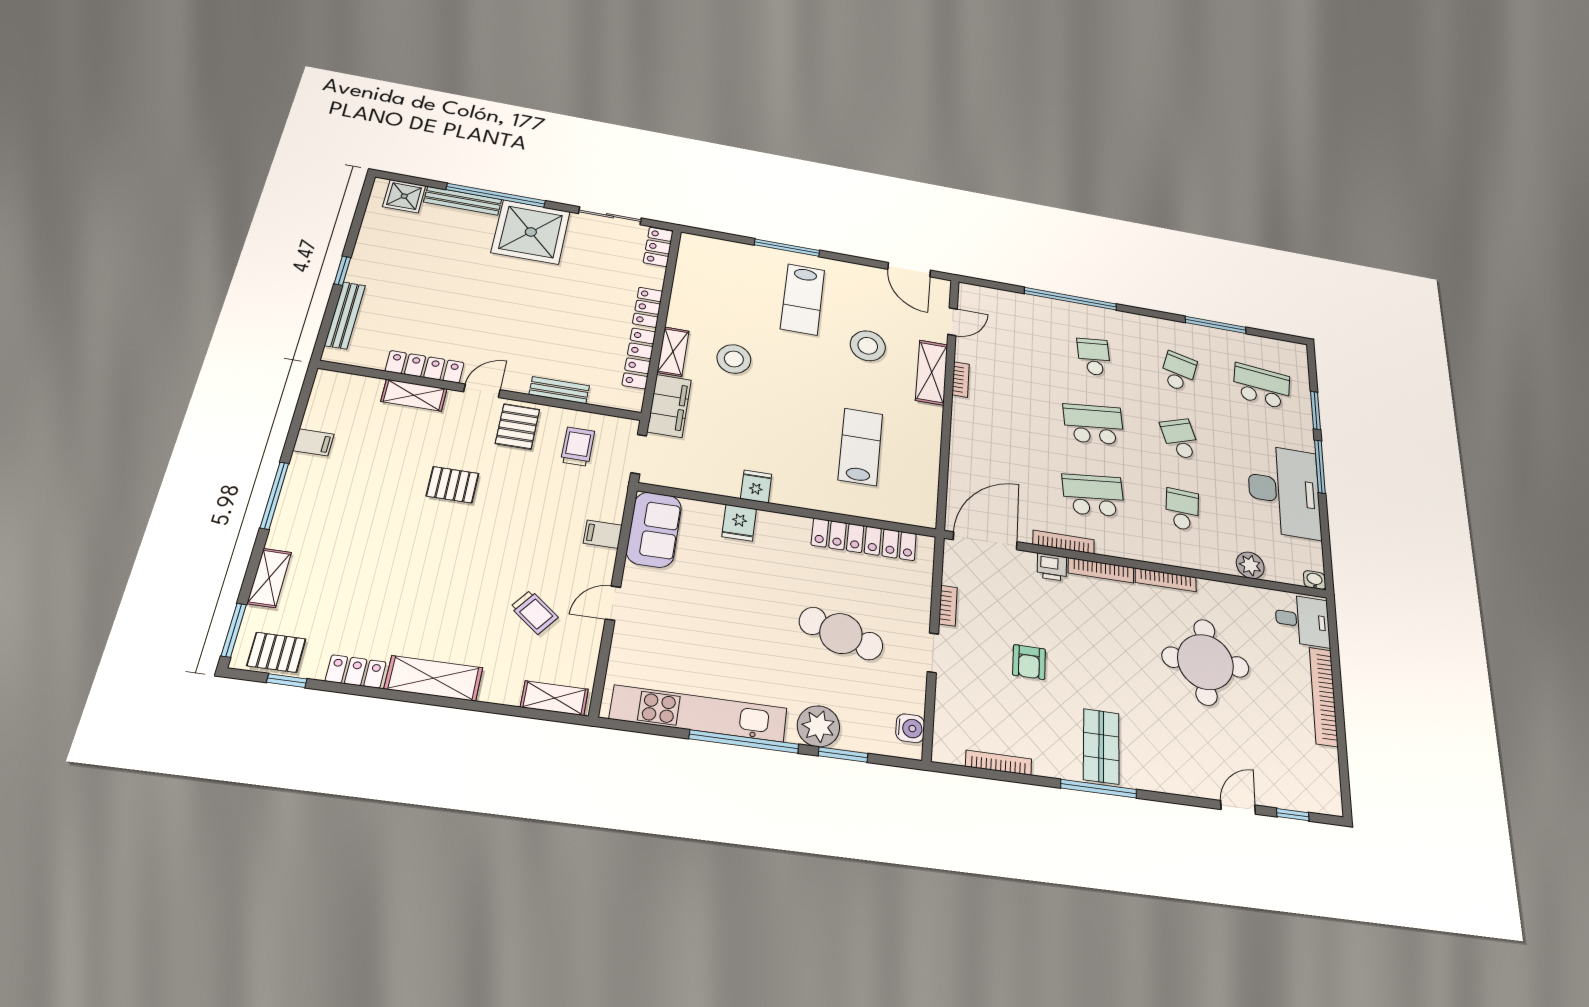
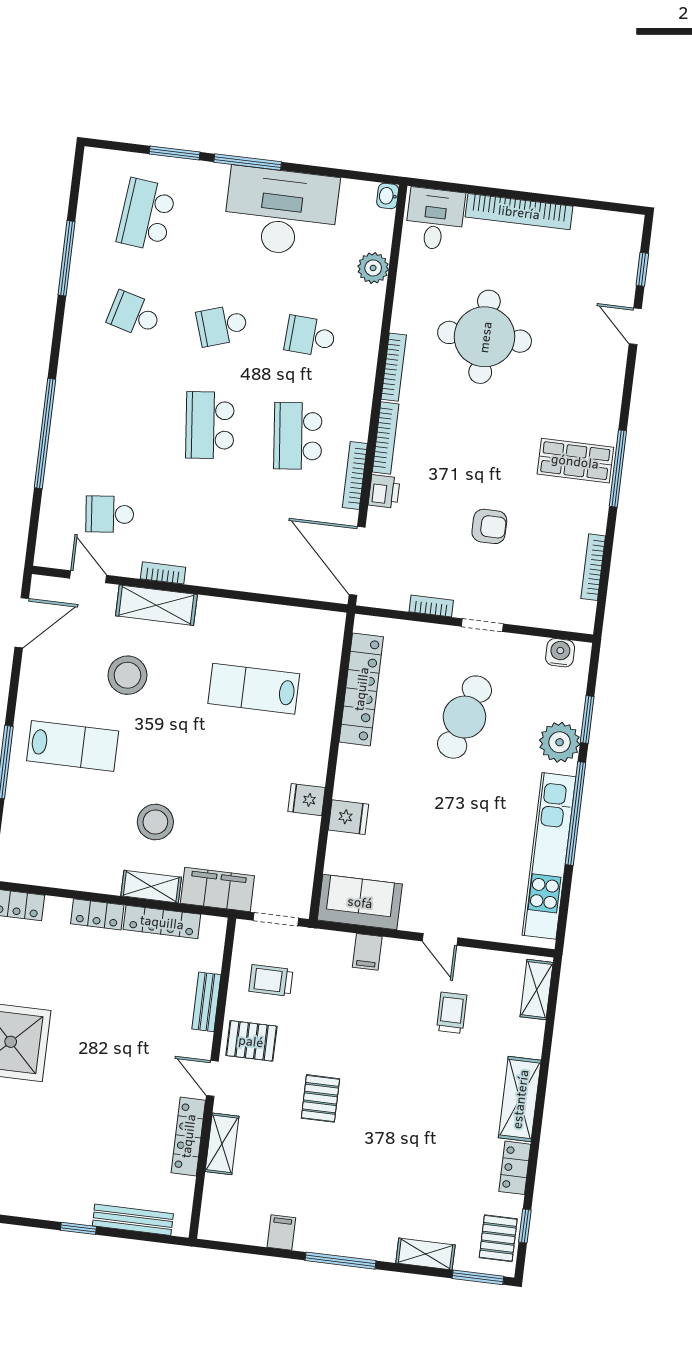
school desk: (1094, 357) -> (110, 514), moved
trolley: (534, 612) -> (452, 1013), turned -38

